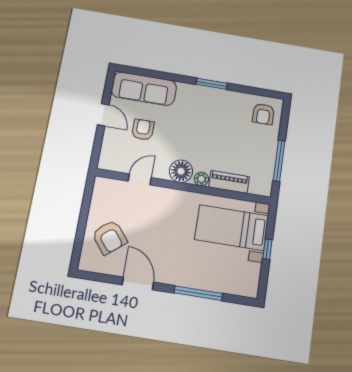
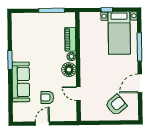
sofa: (144, 89) -> (21, 82), moved
armchair: (263, 114) -> (24, 25), removed
bed with nightstands: (232, 228) -> (119, 33), moved

